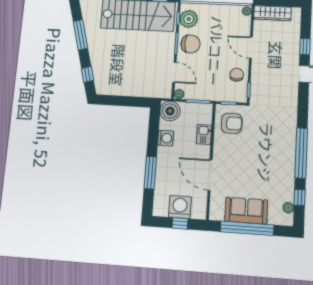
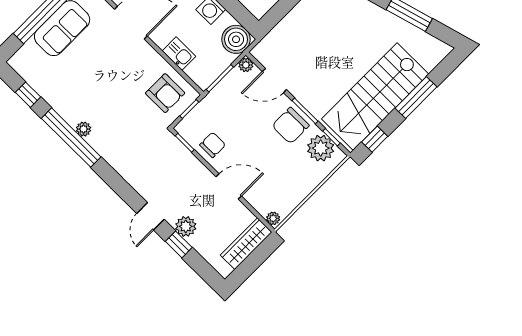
plant: (292, 51) -> (186, 226), added
chair: (237, 75) -> (213, 145), turned -91
armchair: (232, 123) -> (165, 93), turned -90
plant: (288, 208) -> (84, 129), moved

